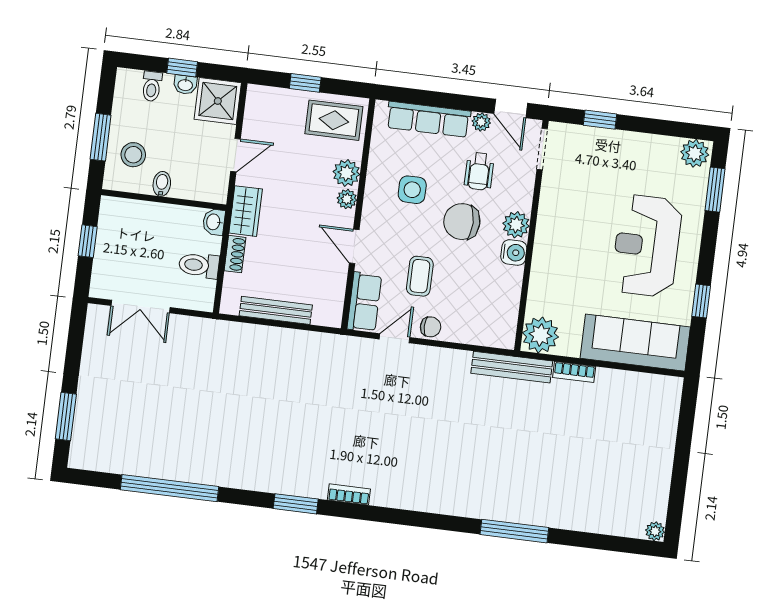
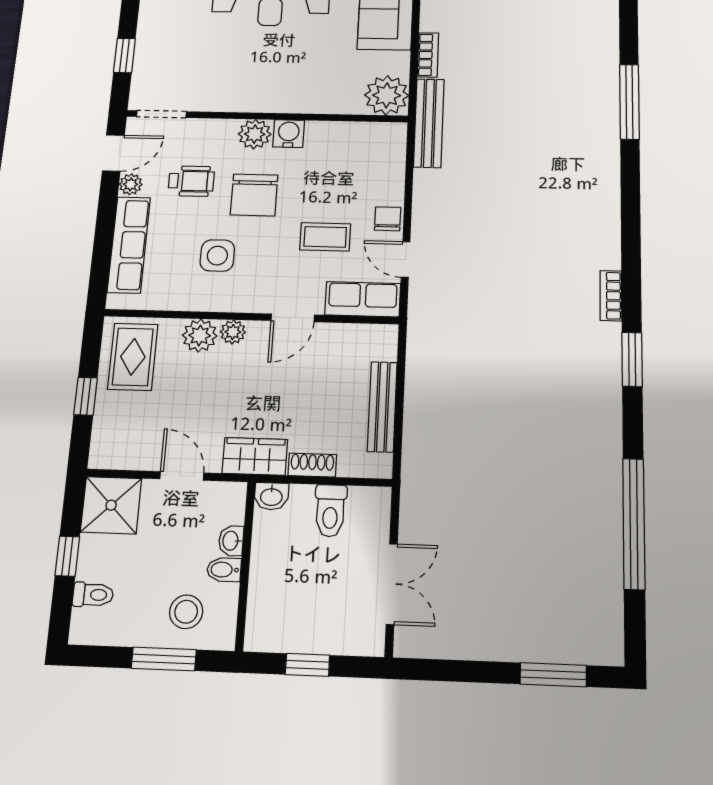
washbasin: (185, 85) -> (231, 541), moved, turned 180

